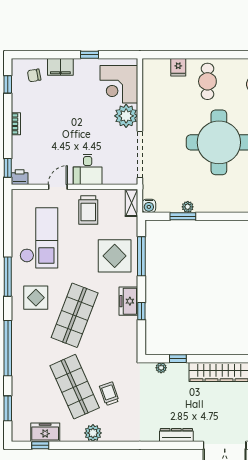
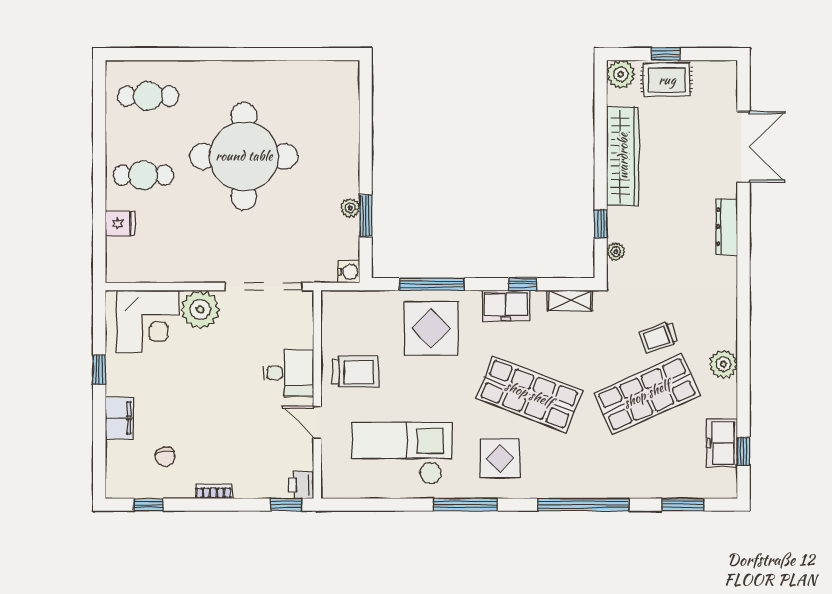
chair: (34, 75) -> (165, 457), moved
shelving: (132, 203) -> (570, 300), moved

